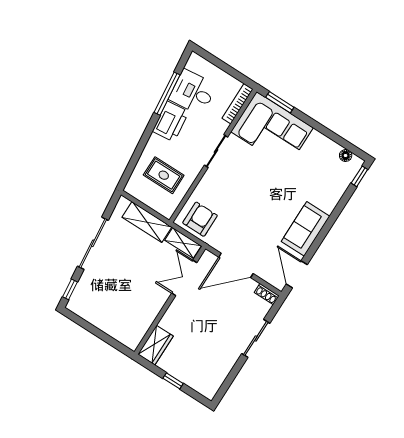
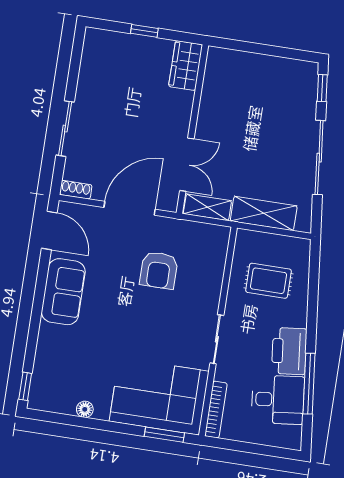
floor lamp: (346, 156) -> (85, 409), moved
armchair: (200, 219) -> (159, 270), moved

